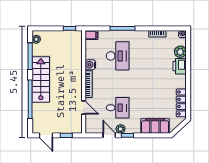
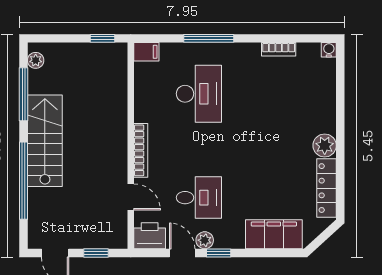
plant: (180, 52) -> (325, 145), moved
water cooler: (90, 65) -> (144, 111), removed
printer: (180, 66) -> (150, 236), moved, turned 90

